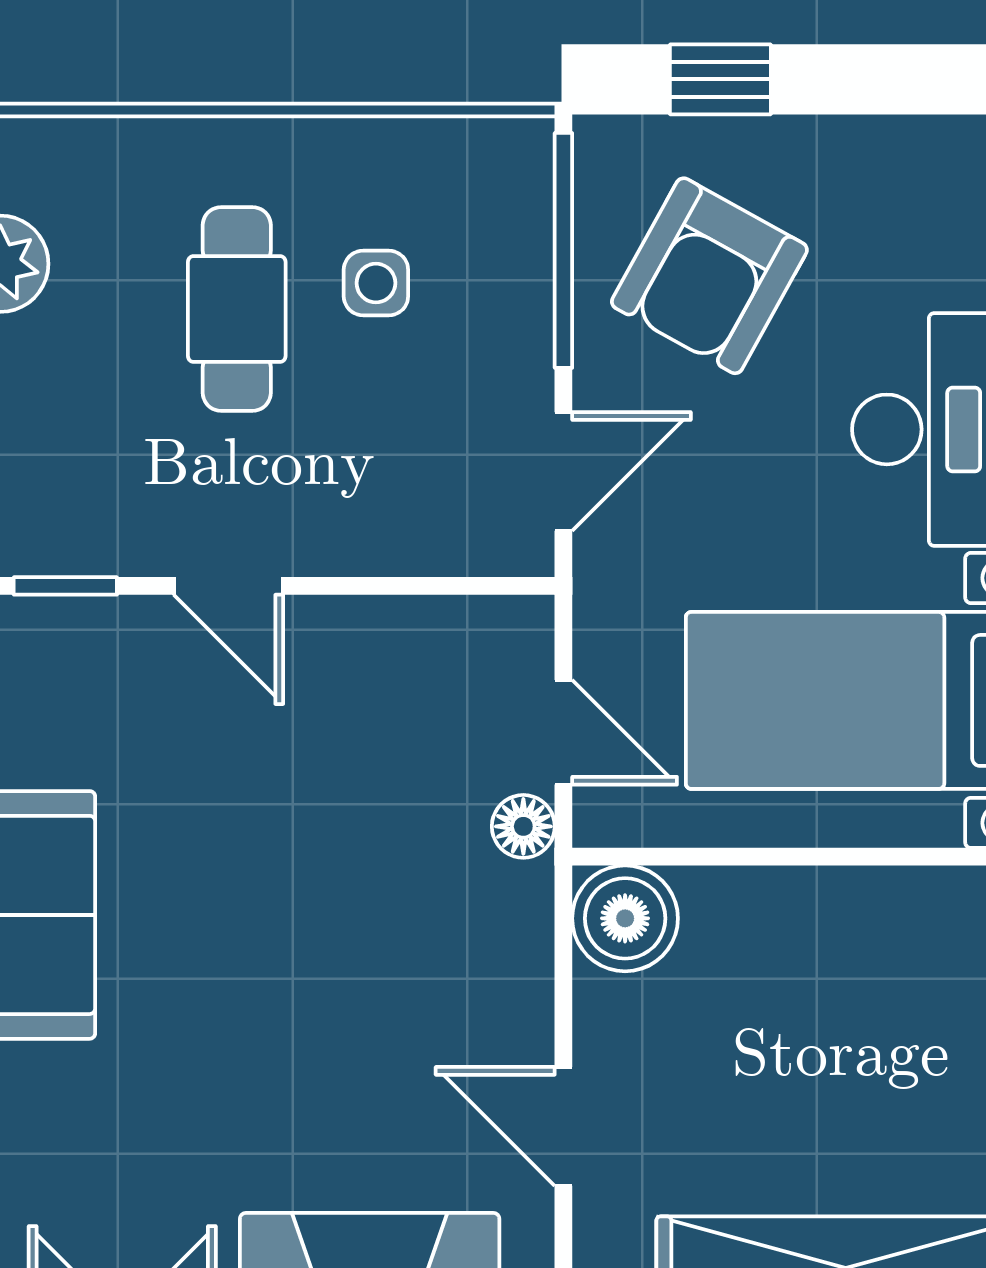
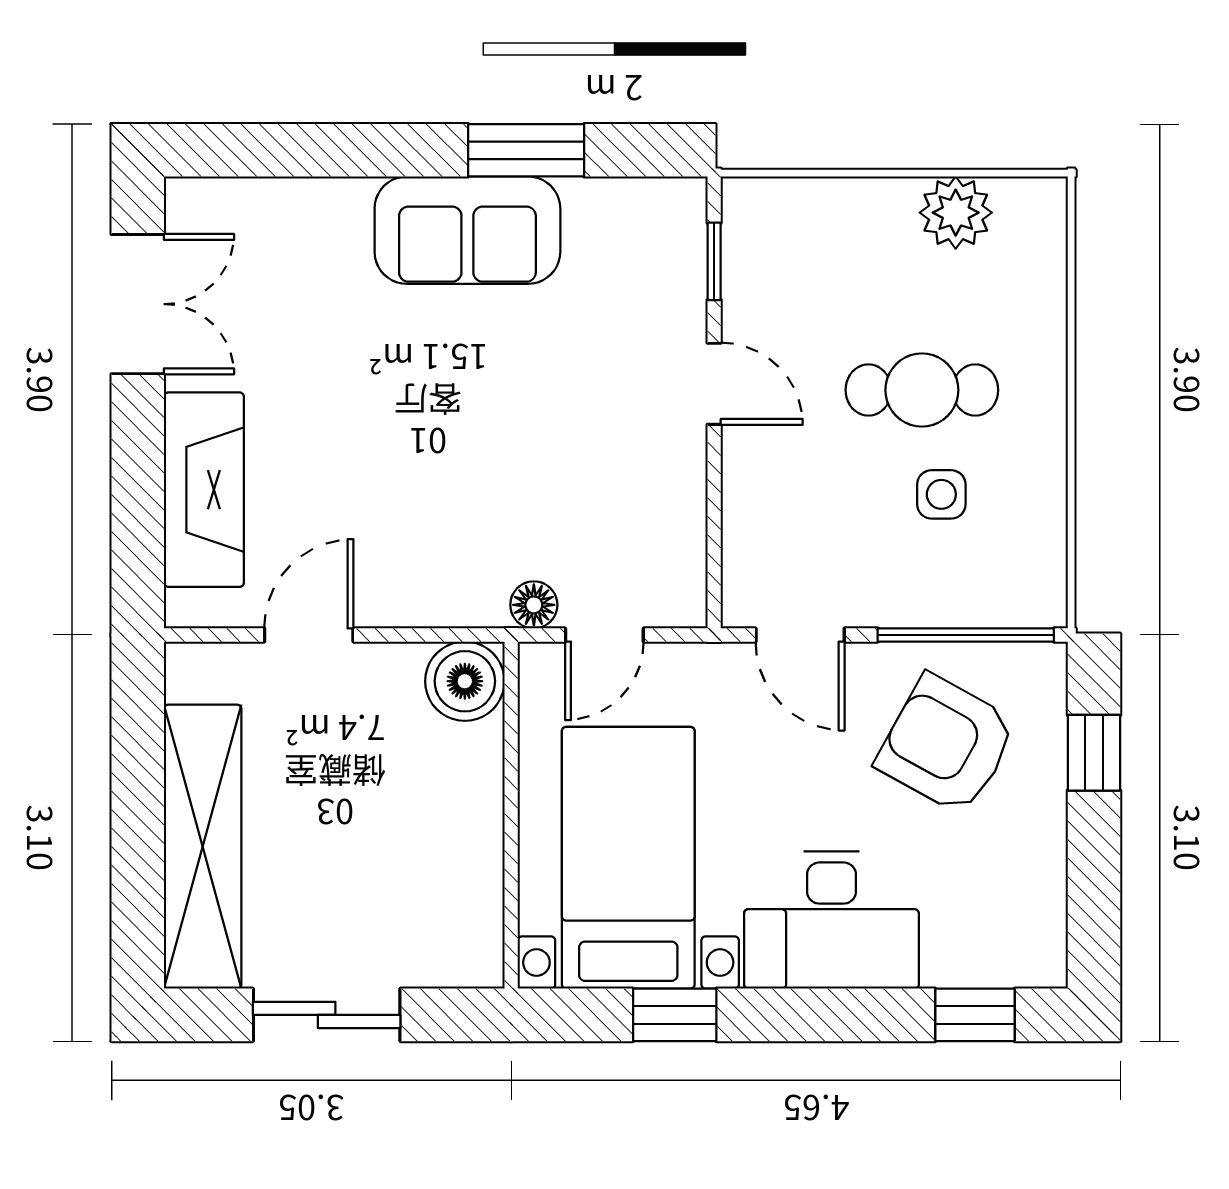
door: (228, 586) -> (714, 384), swing flipped

